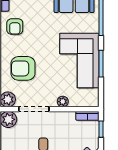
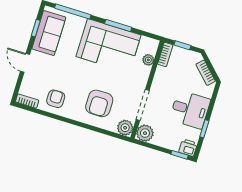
armchair: (15, 27) -> (56, 99), turned -90
plant: (63, 102) -> (148, 60), moved

